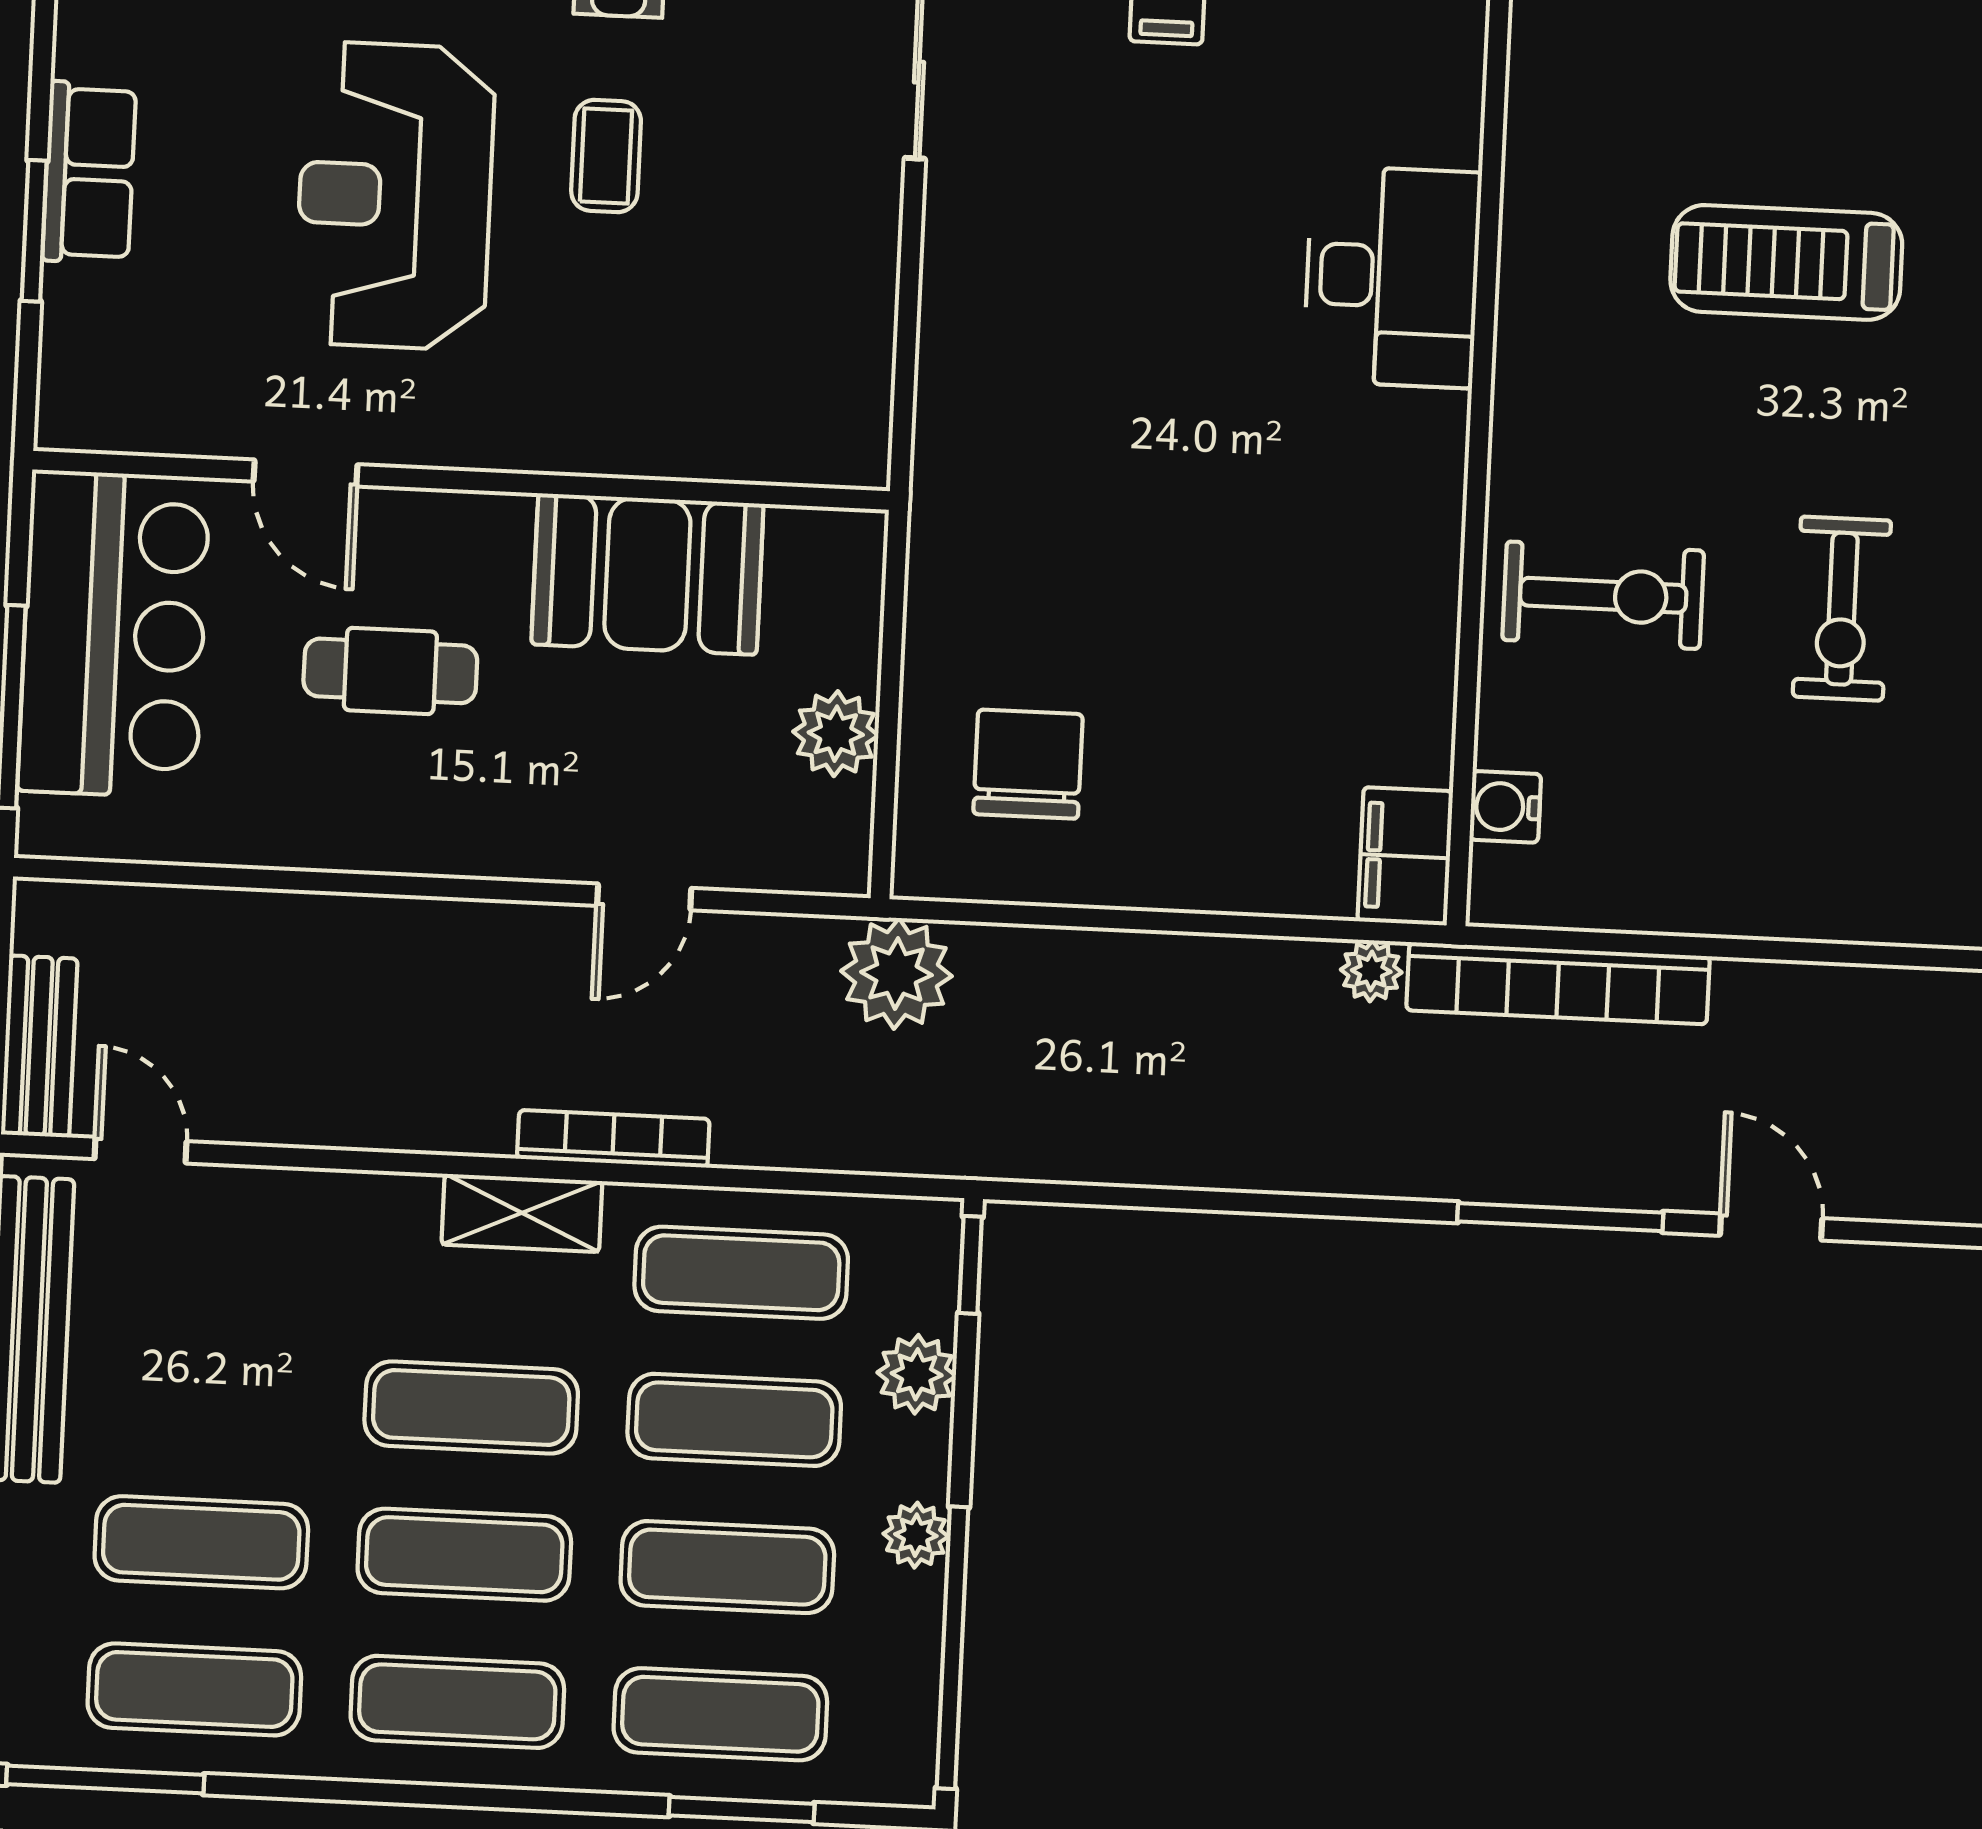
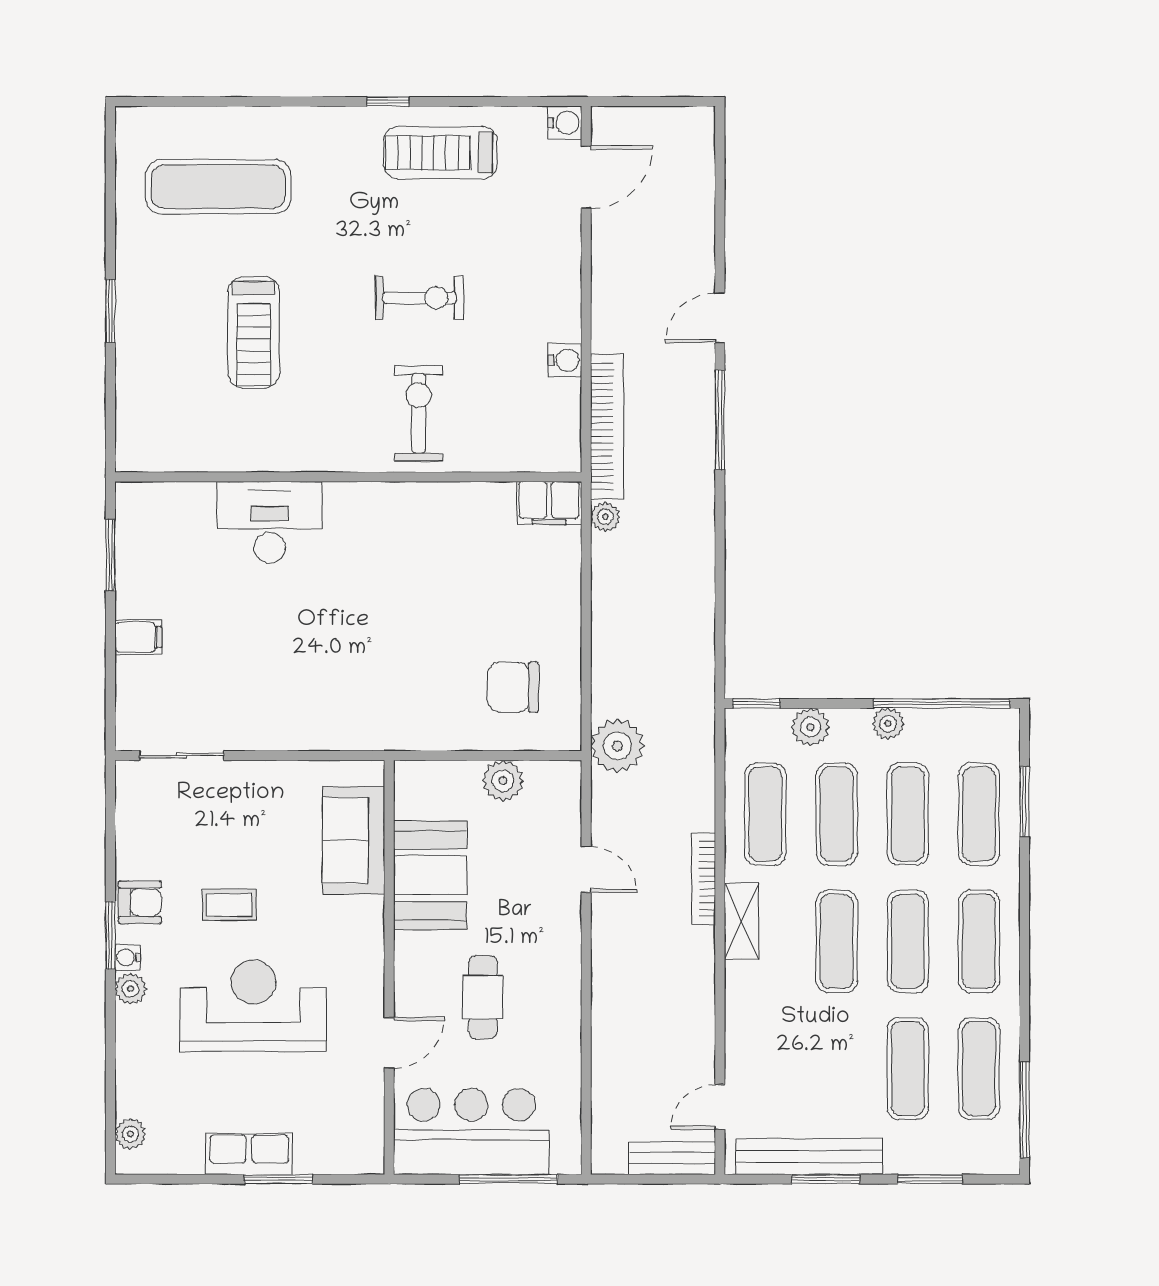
reception desk: (395, 196) -> (253, 1006), turned 180
sofa: (727, 419) -> (354, 840), added
water cooler: (1505, 807) -> (565, 360), moved, turned -90

